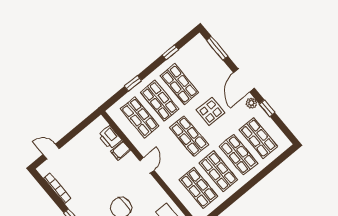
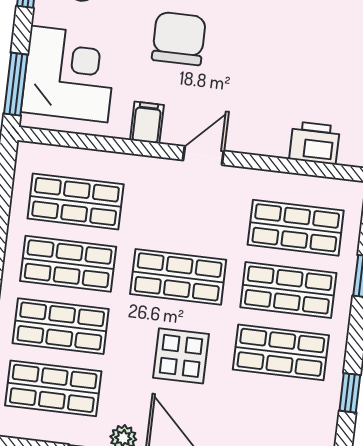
filing cabinet: (120, 151) -> (147, 123), moved
door: (147, 165) -> (203, 156), swing flipped

